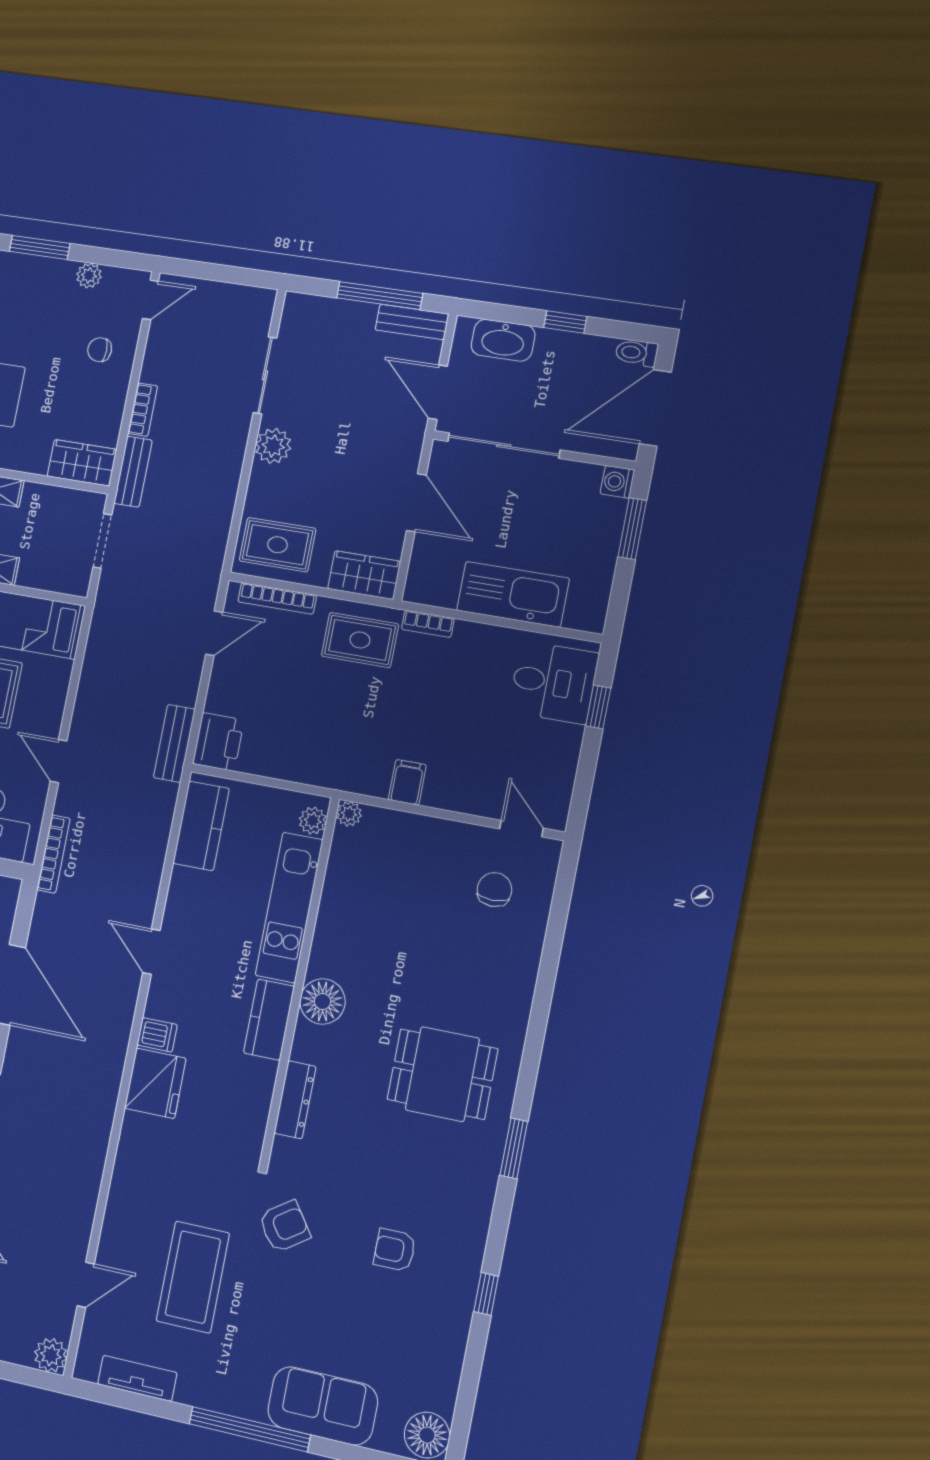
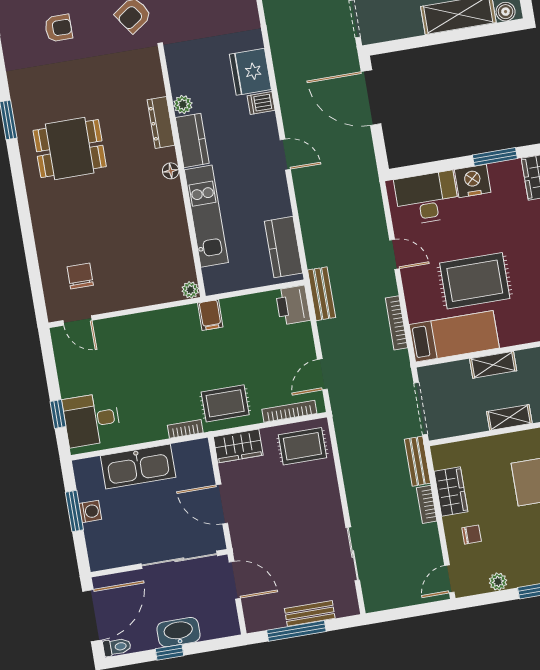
bench: (412, 322) -> (310, 613), moved
washbasin: (503, 340) -> (178, 632), moved
plant: (273, 446) -> (330, 510), removed
wardrobe: (82, 463) -> (451, 492), moved, turned -90
washing machine: (617, 482) -> (90, 511), moved
window: (632, 529) -> (74, 511), moved
doorway: (102, 541) -> (421, 409), width x1.38
filing cabinet: (407, 782) -> (210, 315), moved
plant: (313, 821) -> (183, 105), moved
bookcase: (53, 854) -> (396, 323), moved
chair: (494, 890) -> (80, 276), turned 180
floor lamp: (323, 1001) -> (171, 171), width x0.53, depth x0.53
dresser: (295, 1100) -> (161, 122), moved

